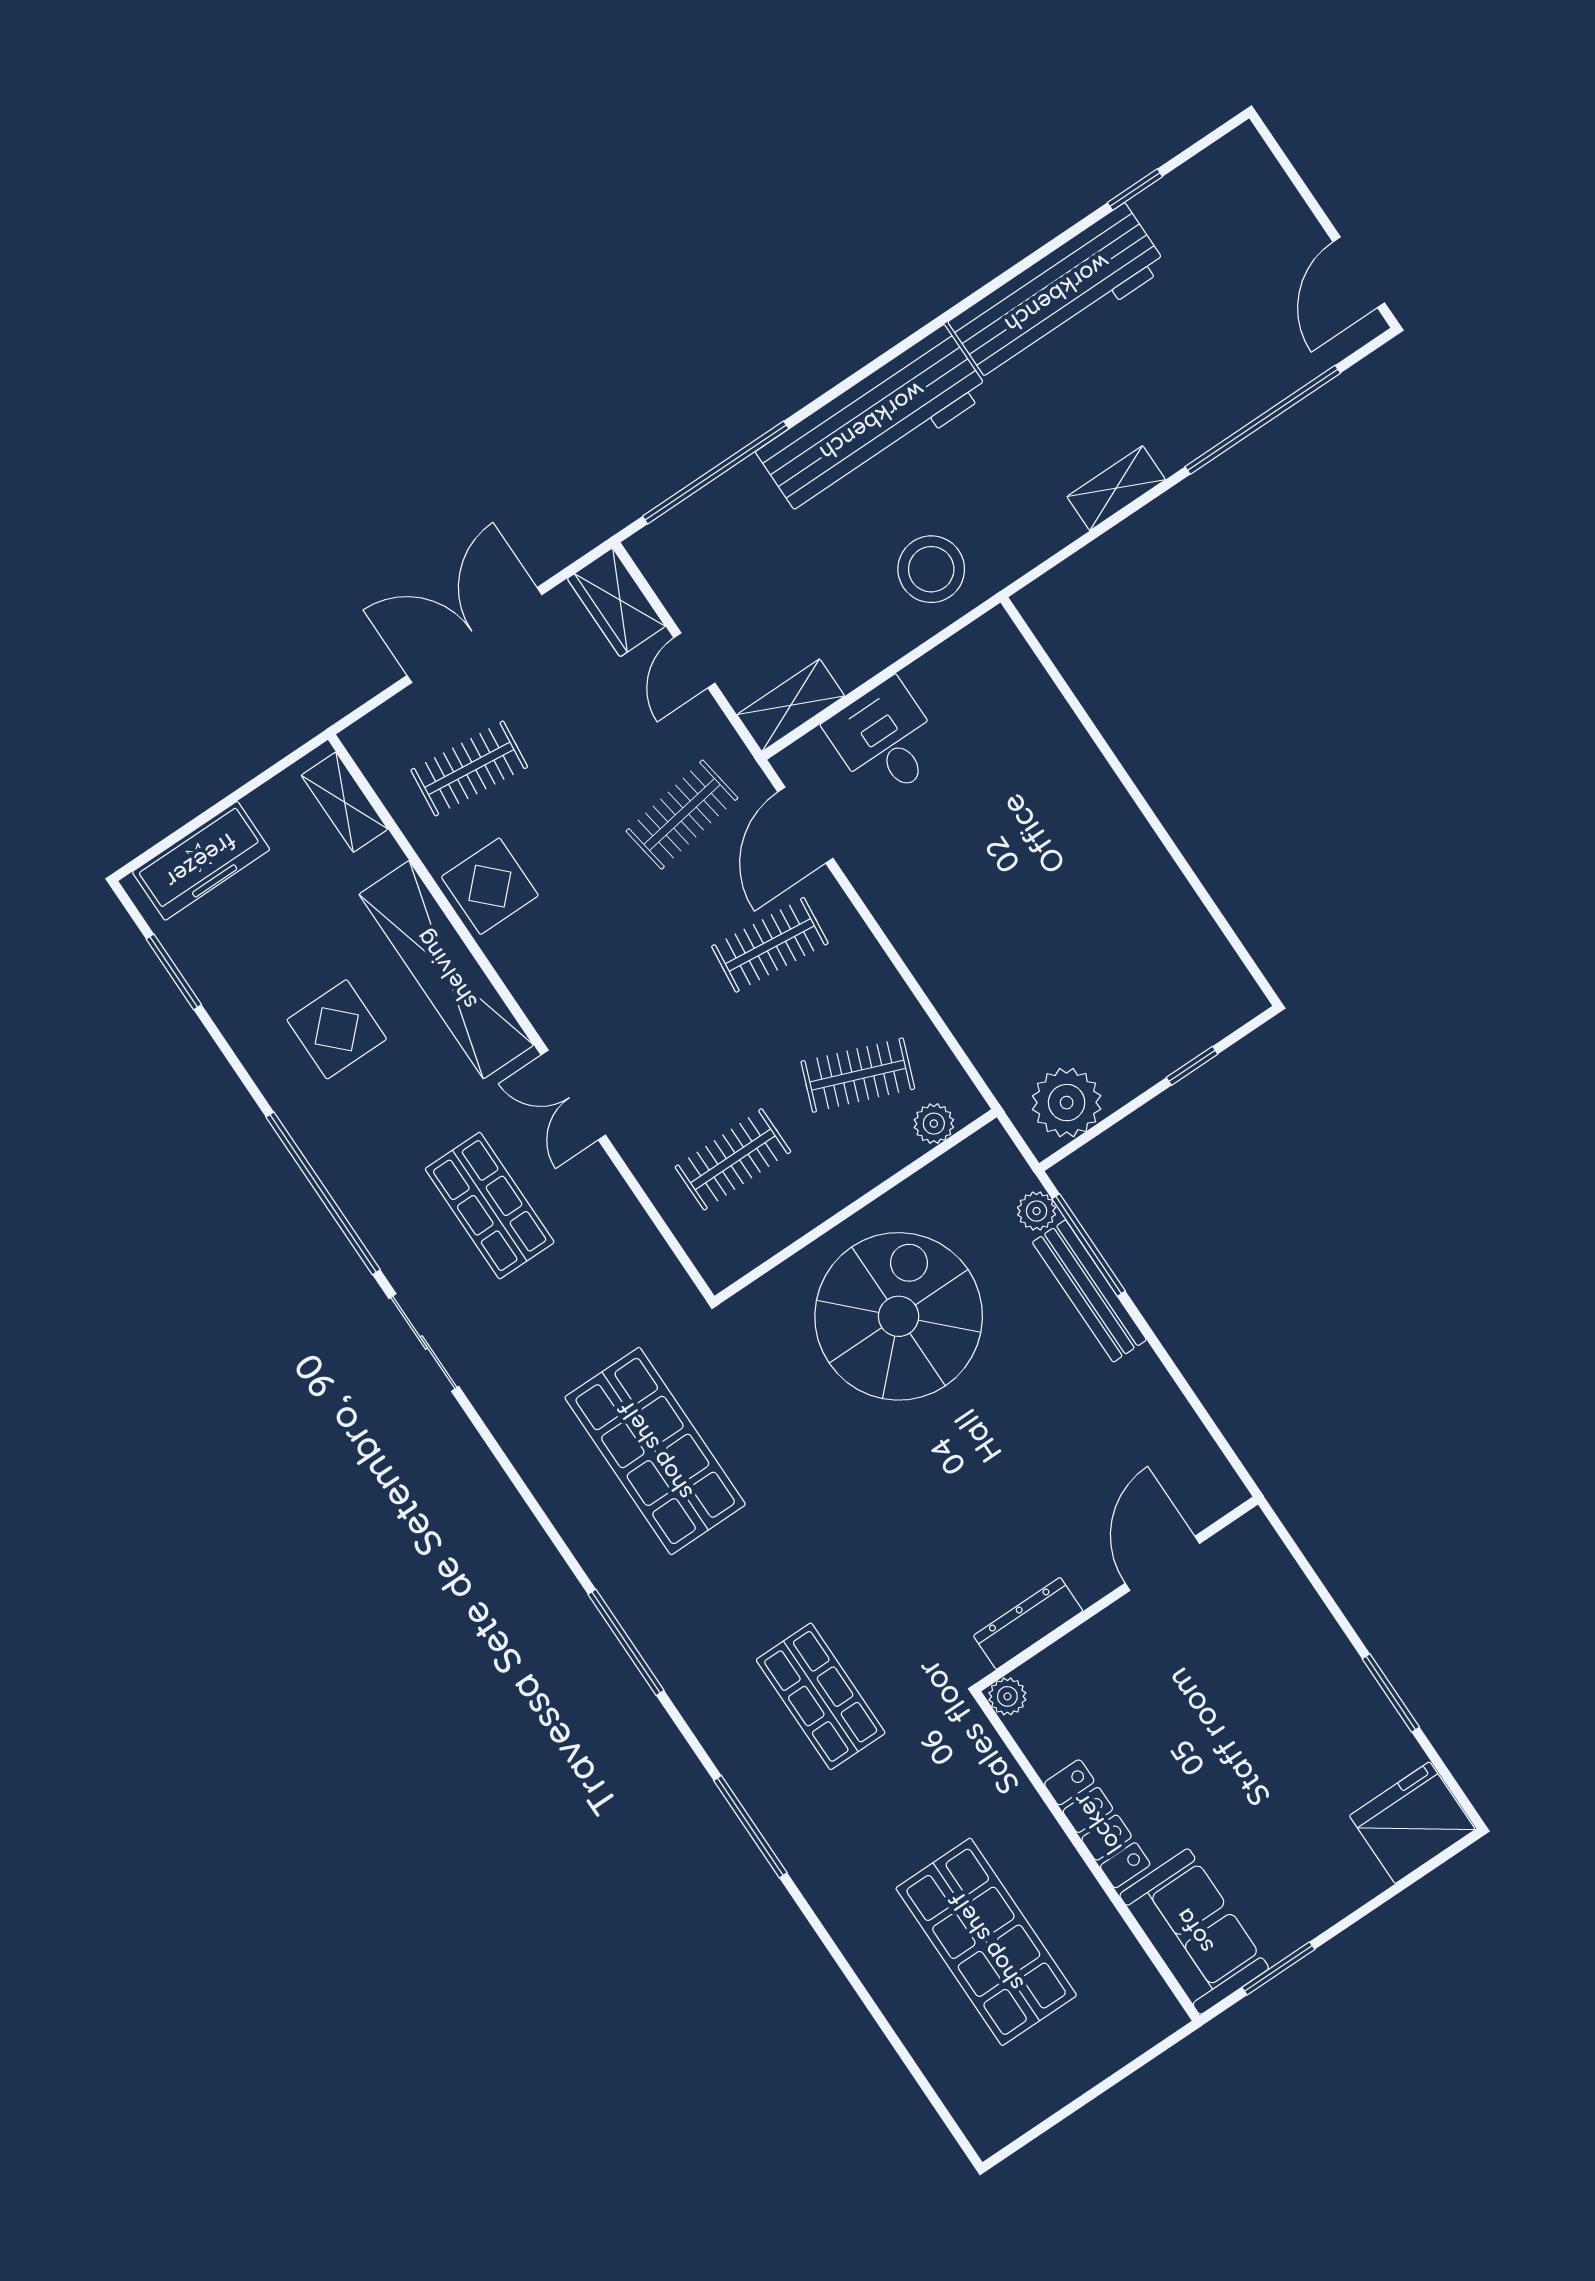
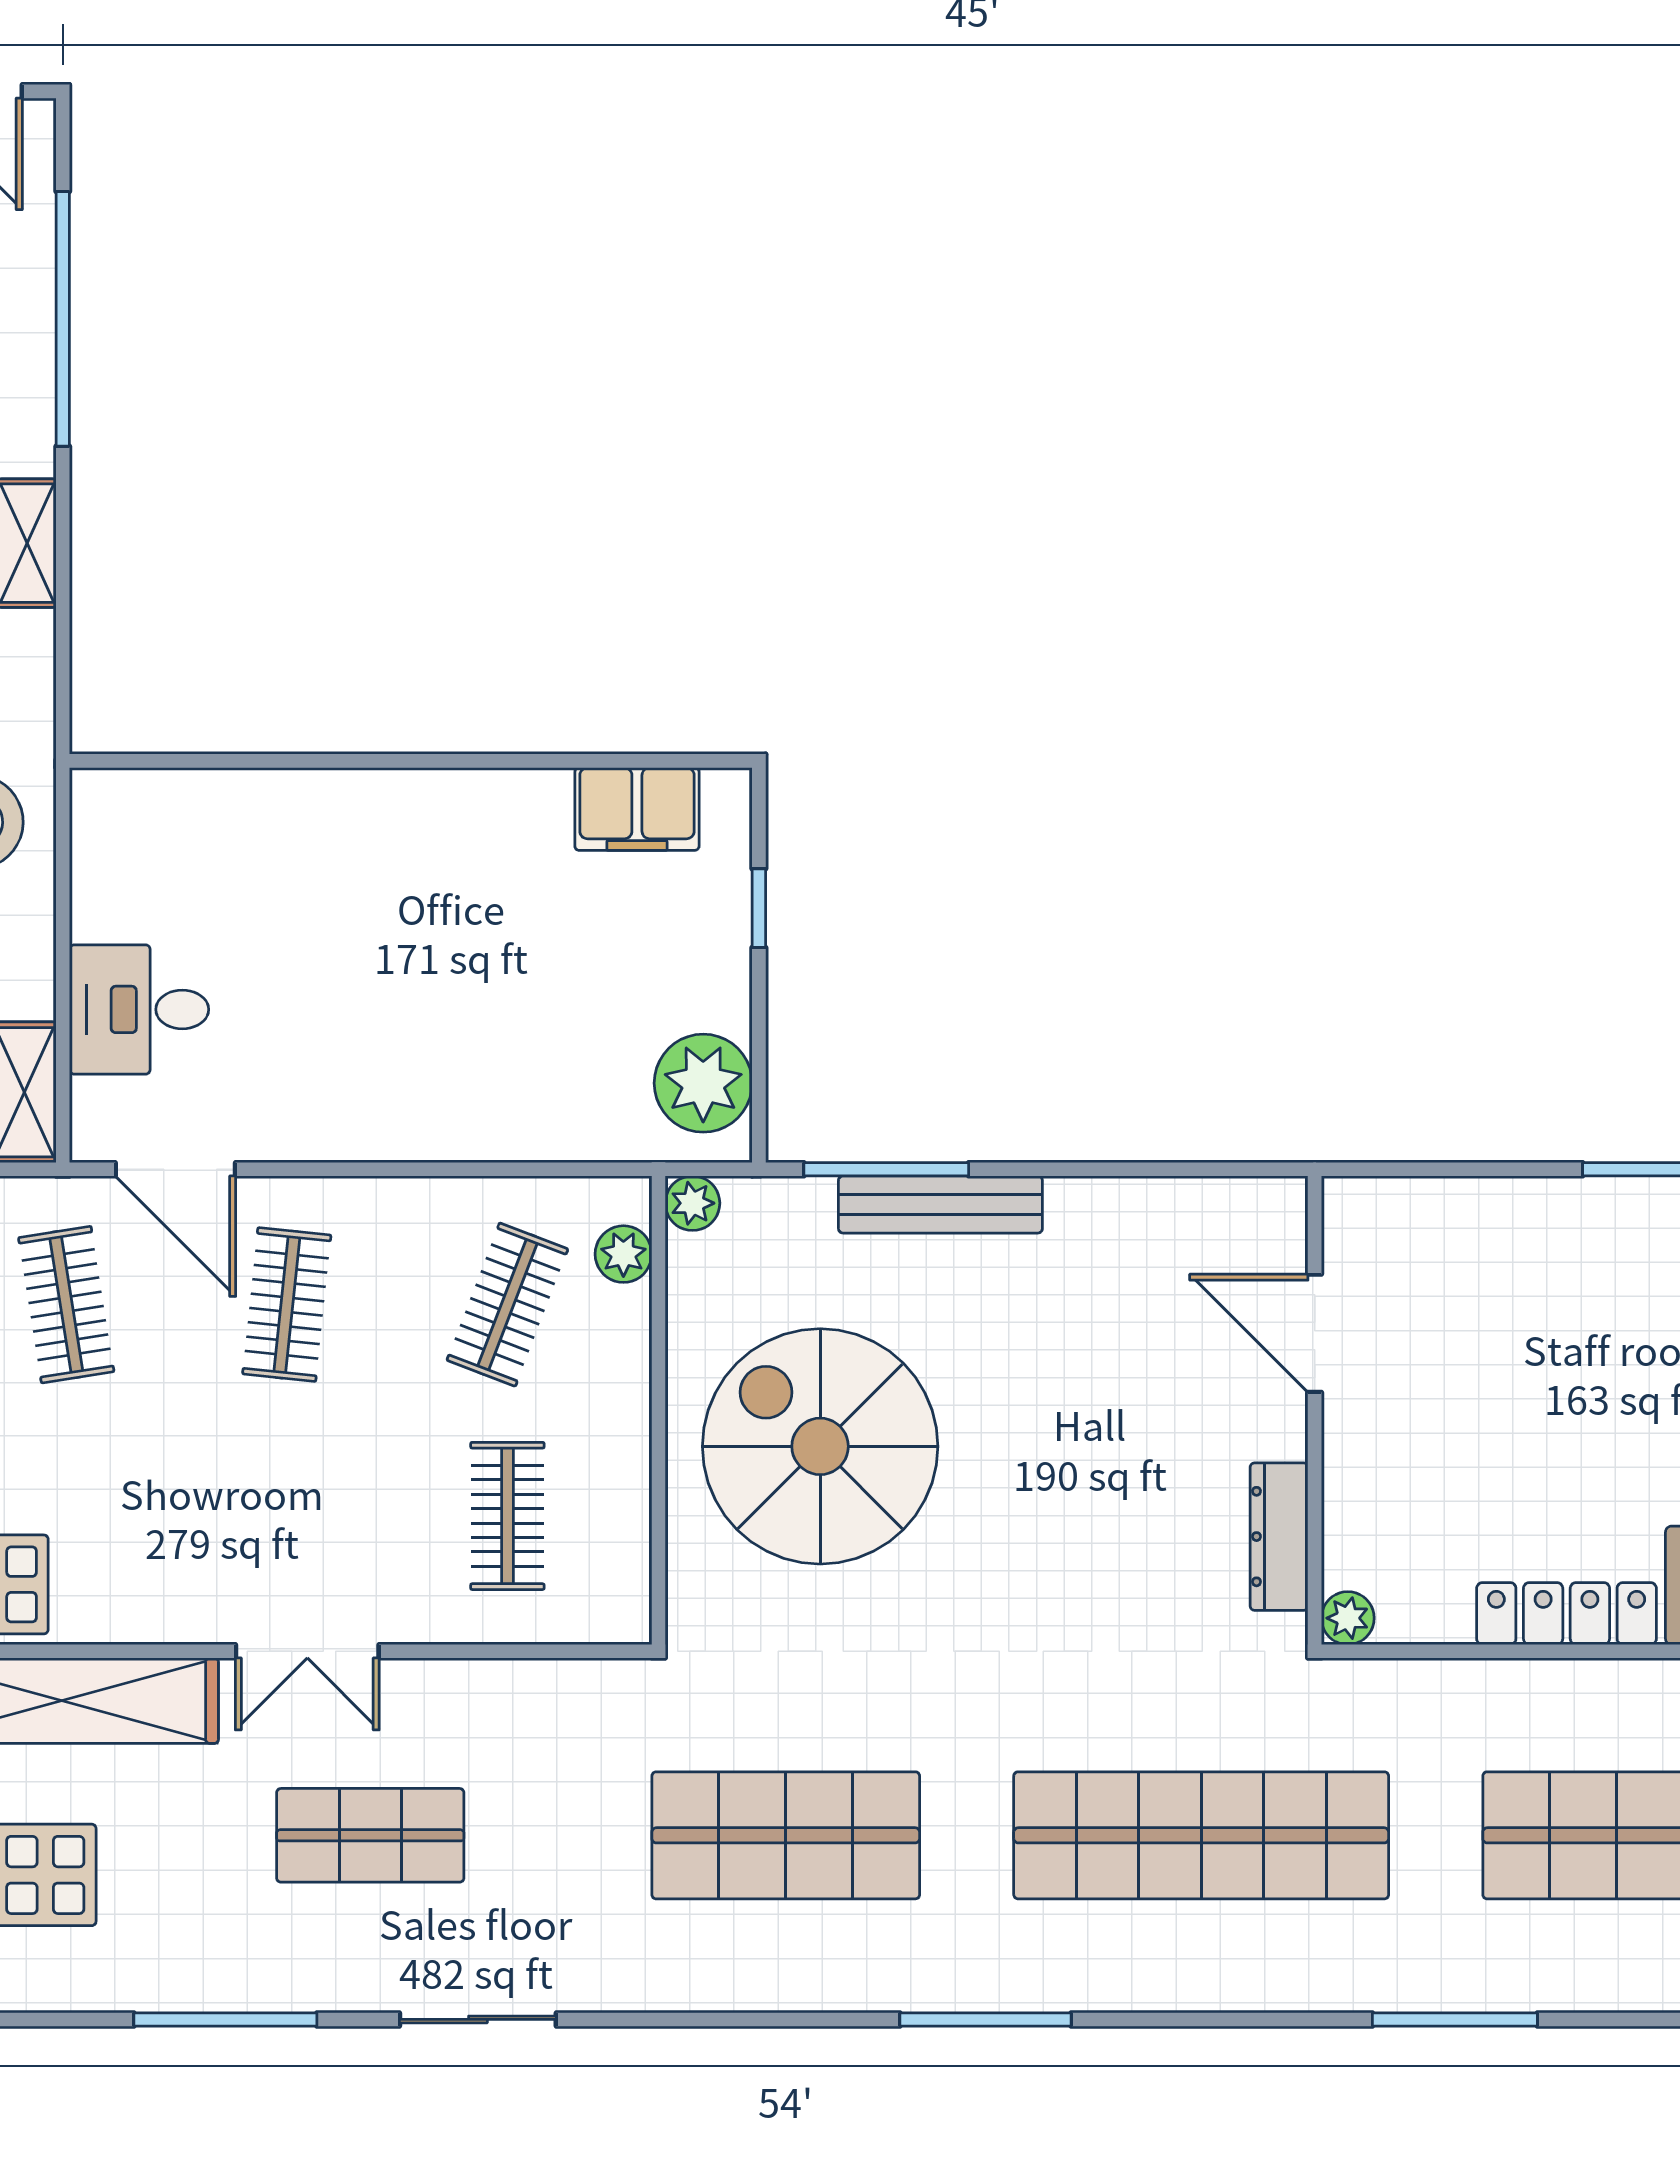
filing cabinet: (1202, 954) -> (637, 809), added
window: (323, 1193) -> (225, 2019), width x0.68
plant: (1037, 1211) -> (692, 1203), moved
shop shelf: (821, 1696) -> (1201, 1835), width x2.00, depth x1.36
window: (750, 1827) -> (1455, 2019), moved

